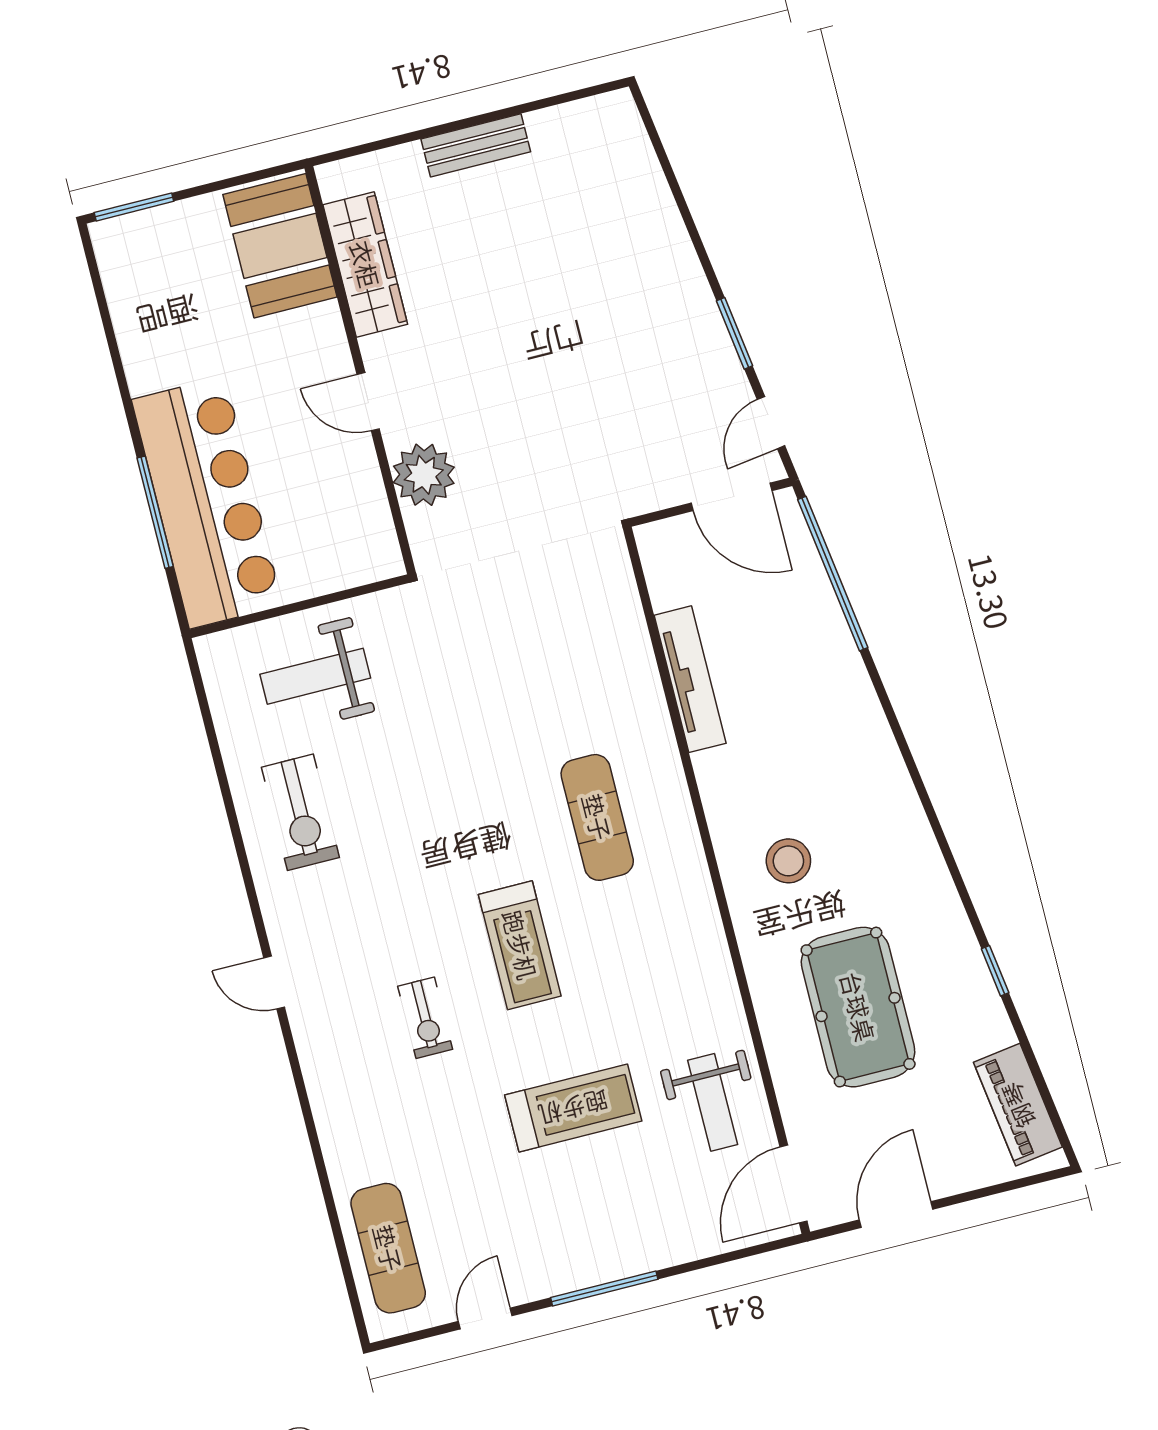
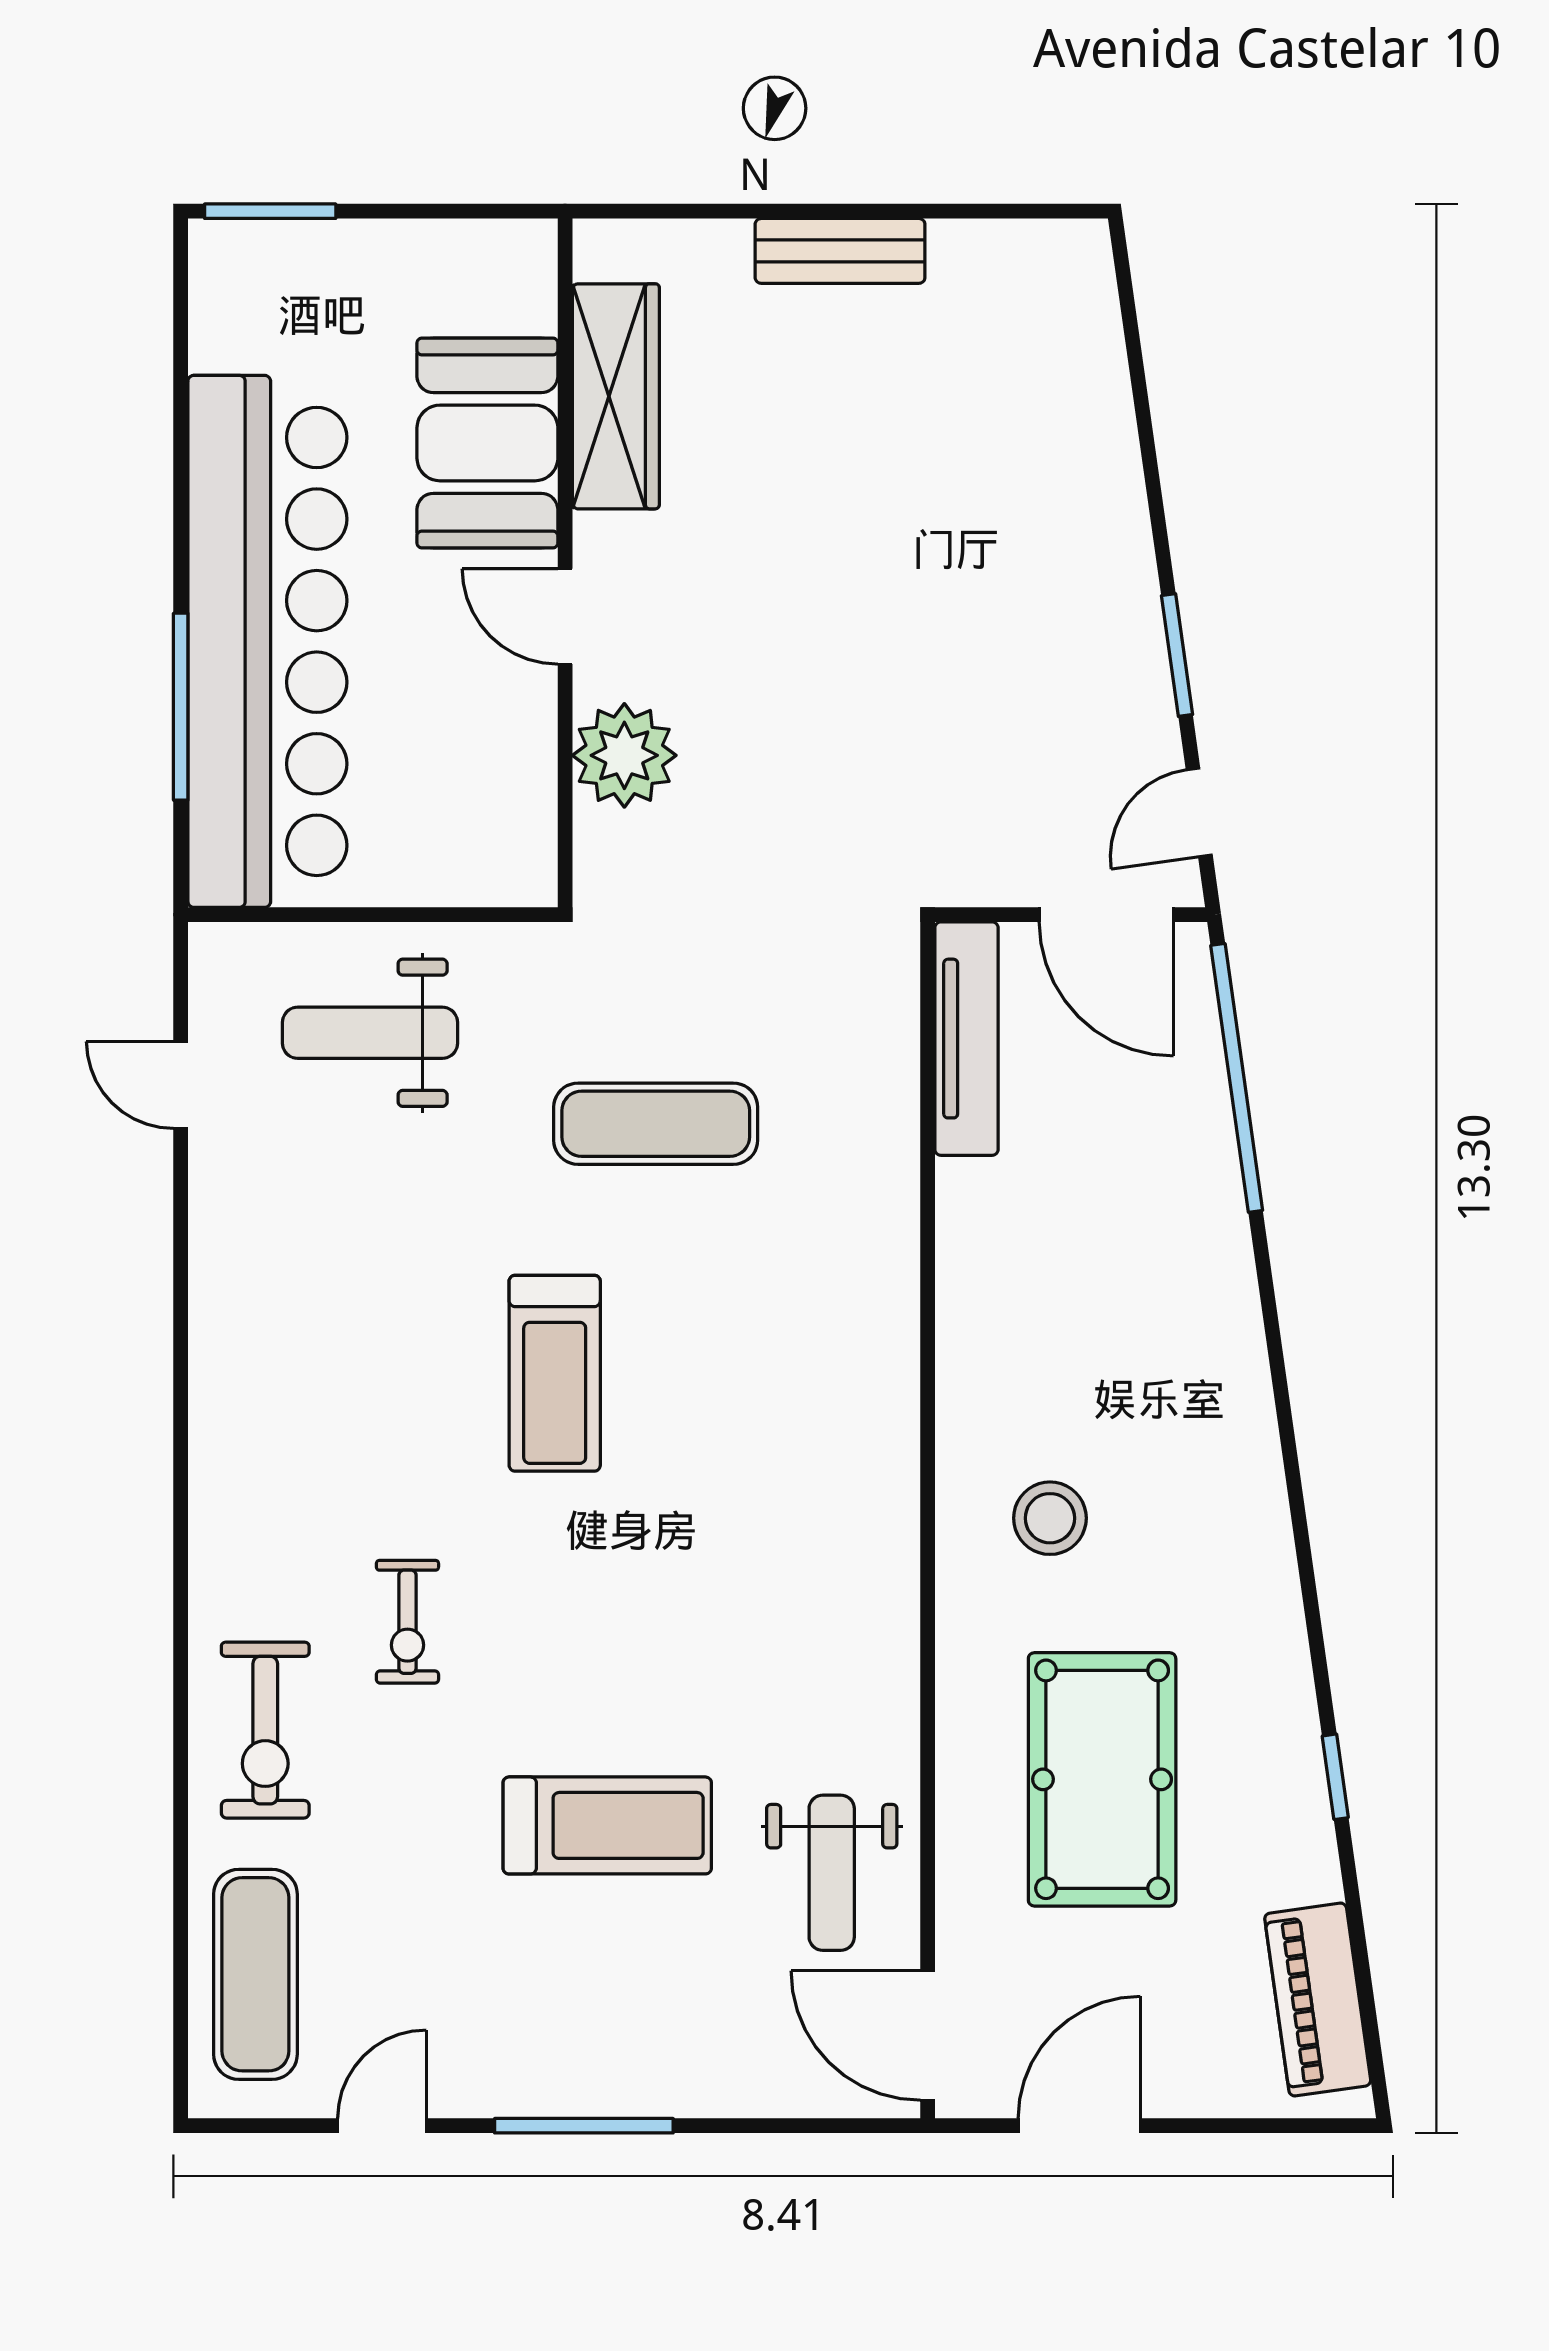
booth: (280, 246) -> (487, 443), moved
bar counter: (207, 503) -> (267, 641), width x1.36
tv unit: (690, 679) -> (966, 1039), moved
exercise bike: (300, 812) -> (265, 1730), moved
exercise mat: (597, 817) -> (656, 1124), moved, turned 90
treadmill: (520, 945) -> (555, 1373), moved
door: (274, 983) -> (181, 1085), moved
door: (793, 1184) -> (928, 2036), hinge flipped

